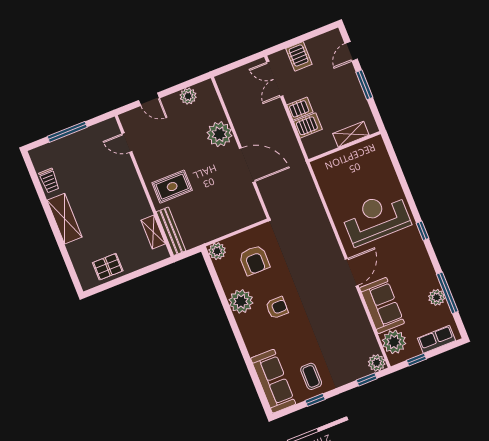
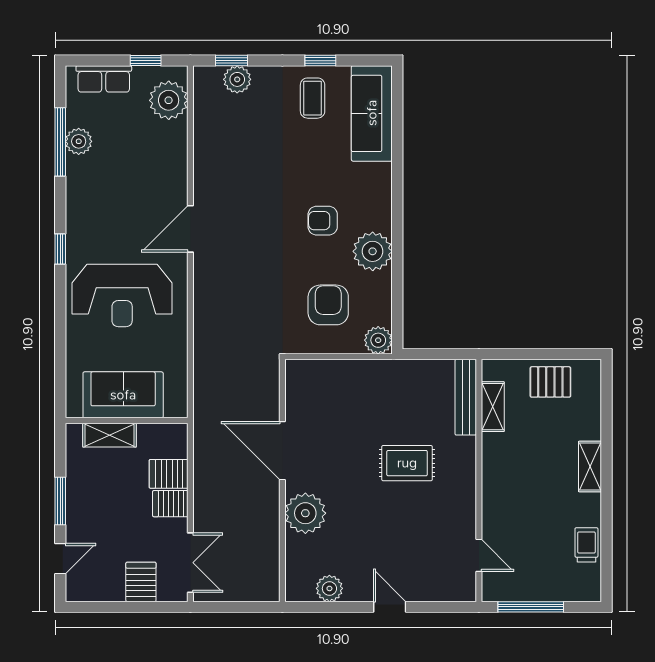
door: (127, 143) -> (479, 555), moved
wall: (144, 186) -> (479, 481), moved
shelving: (65, 219) -> (590, 466), width x0.67, depth x0.75
bench: (171, 231) -> (466, 397), moved
shelving: (153, 232) -> (493, 407), moved
sofa: (382, 305) -> (123, 395), moved, turned 90
plant: (377, 363) -> (237, 79), moved

